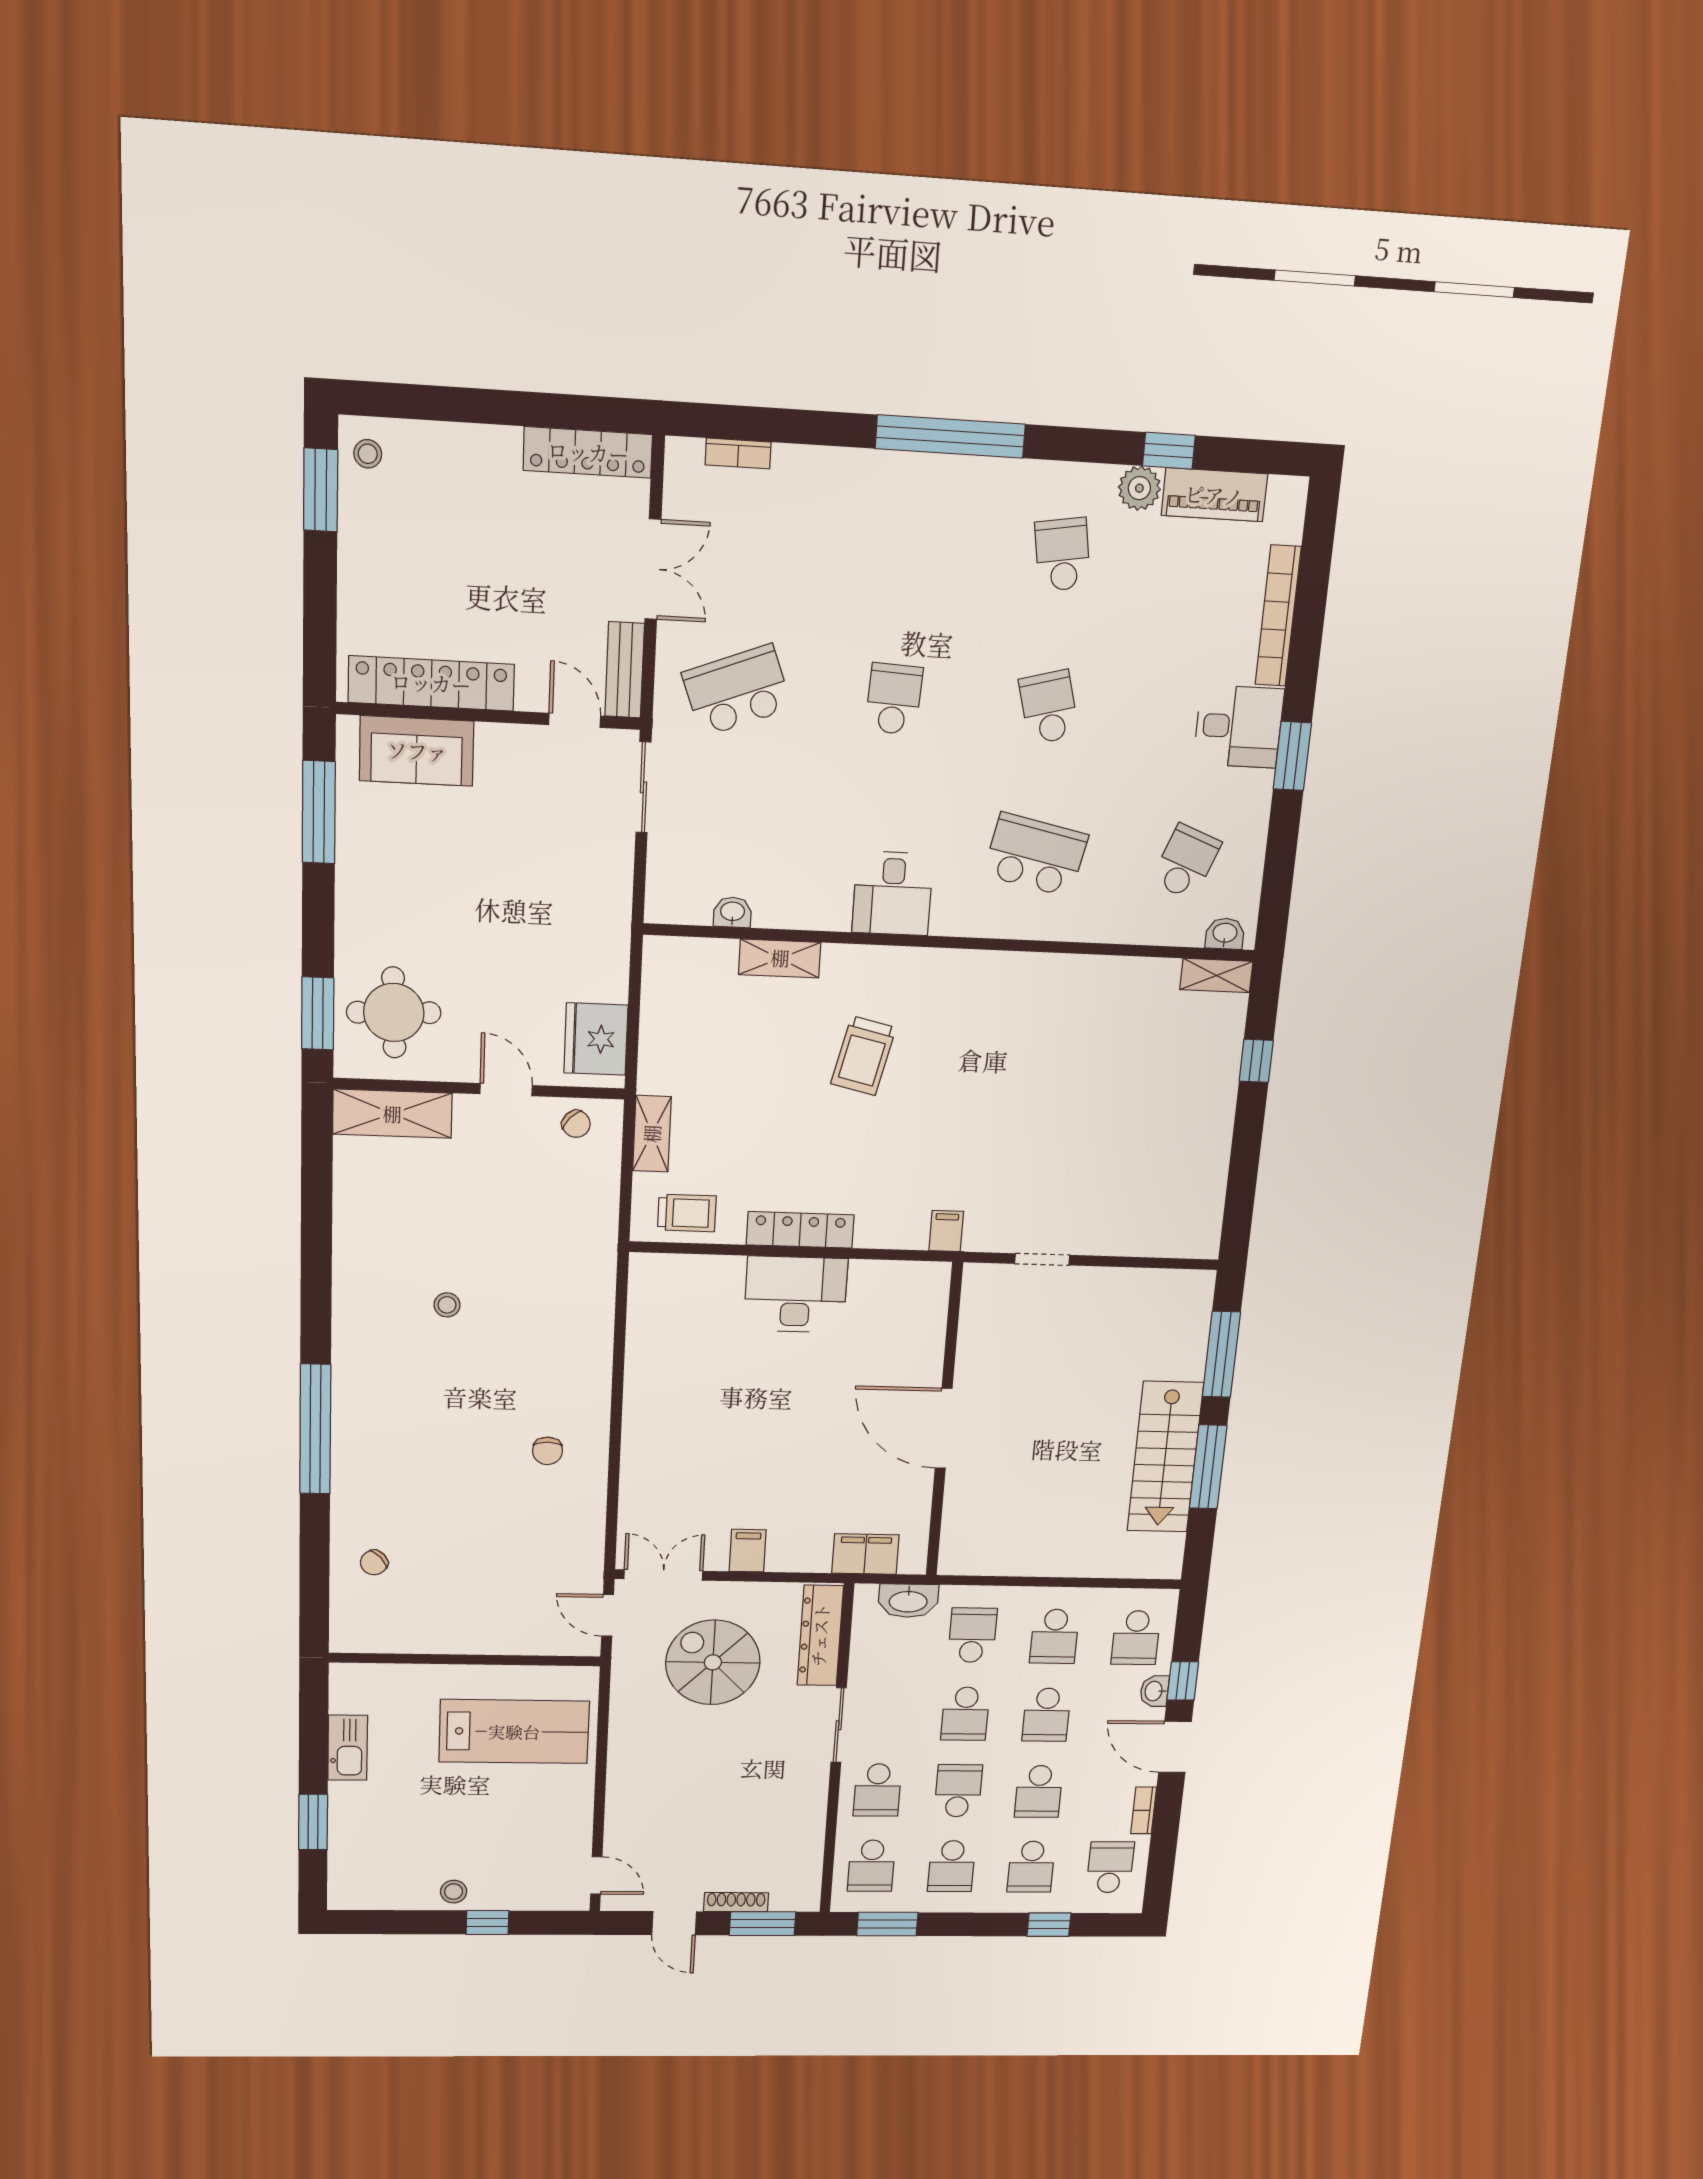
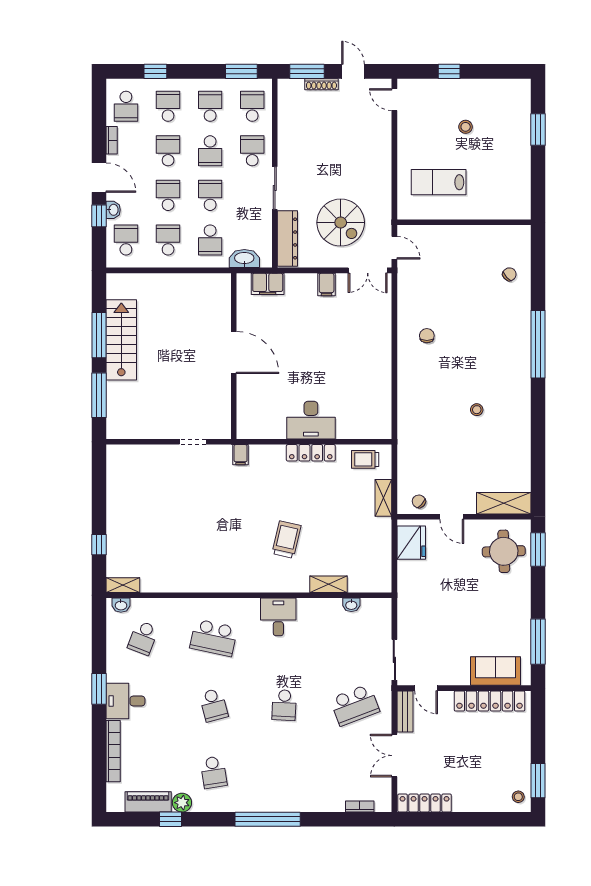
lab bench: (514, 1732) -> (439, 182), width x0.73, depth x0.72
kitchen sink: (348, 1748) -> (521, 172), removed
stool: (454, 1892) -> (466, 127), moved

